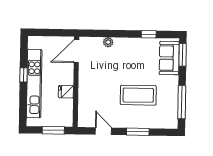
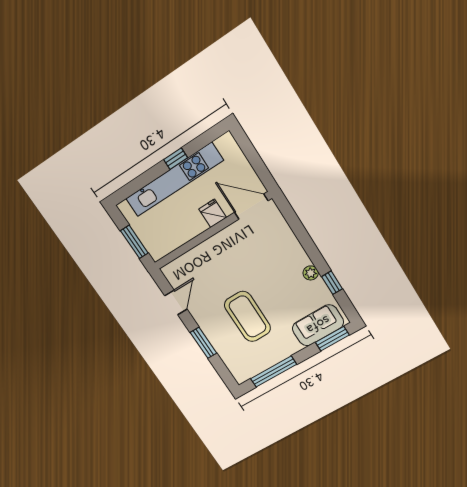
plant: (108, 42) -> (311, 273), moved
fridge: (66, 92) -> (213, 213), moved

